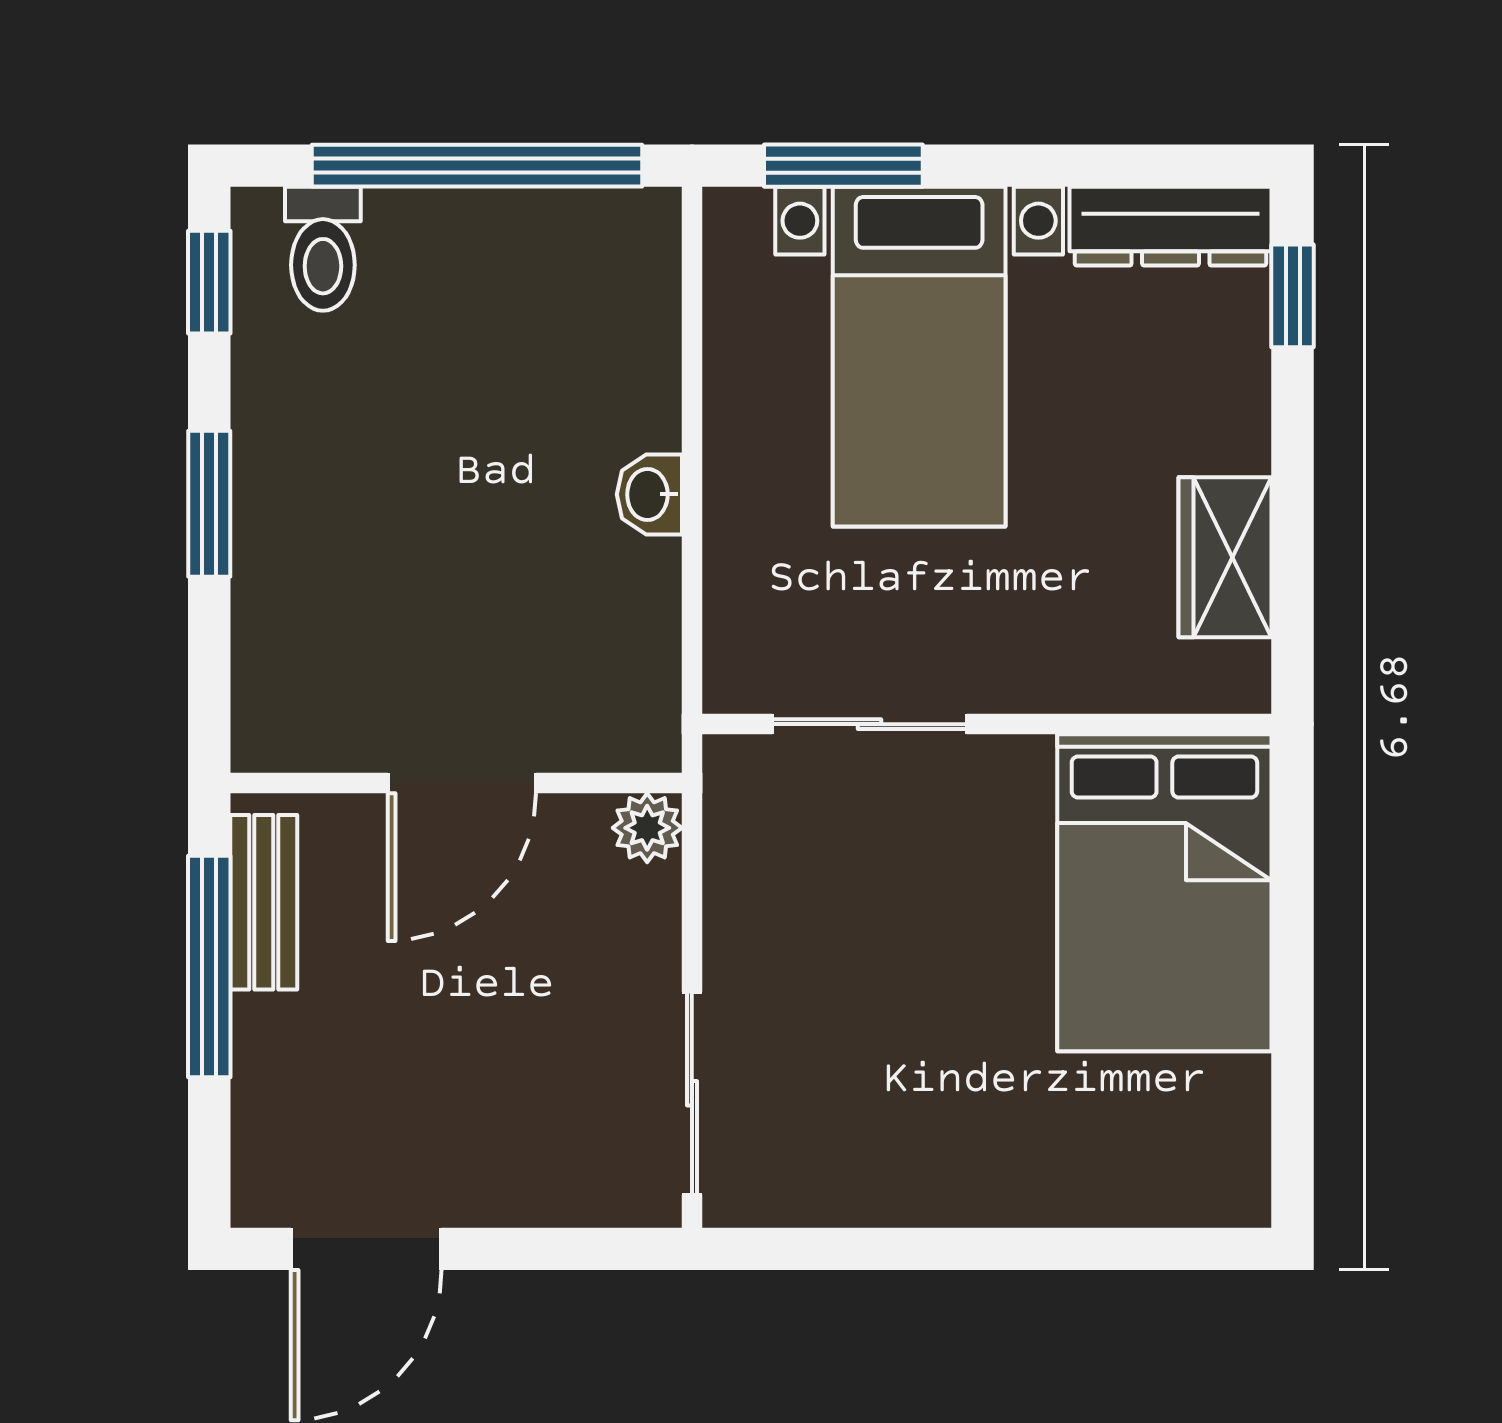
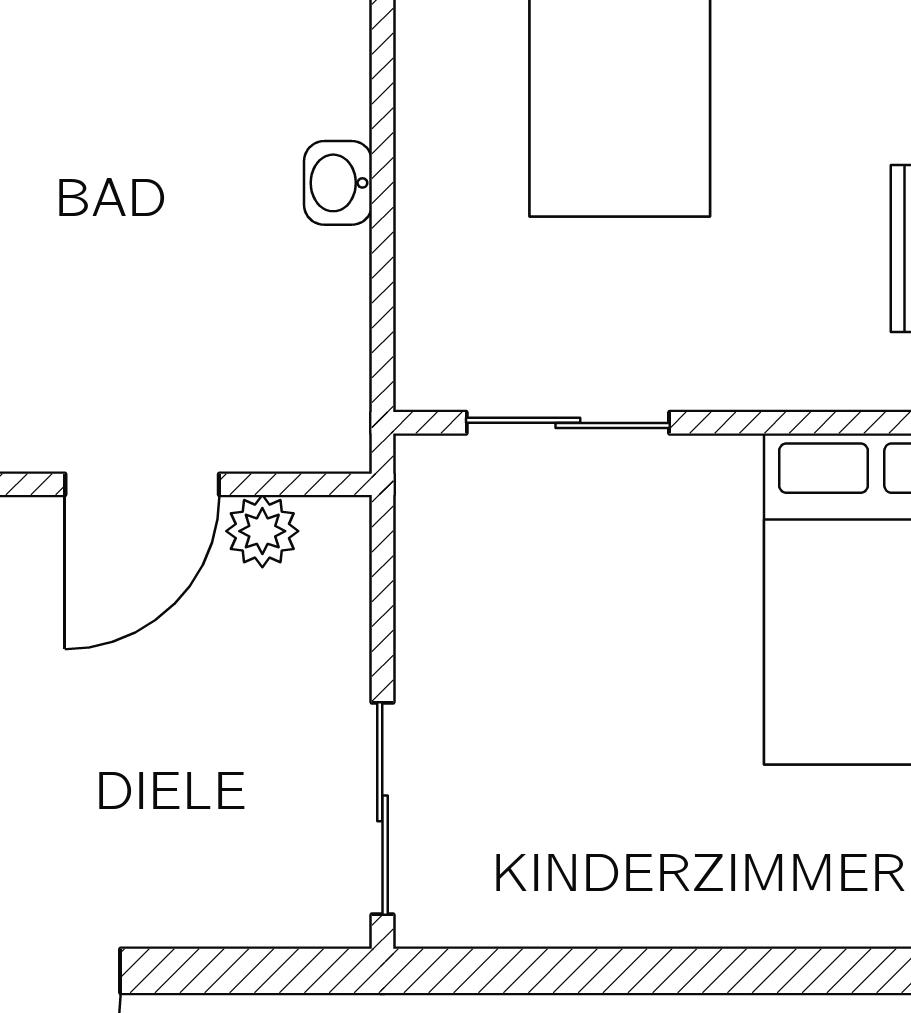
plant: (647, 828) -> (262, 531), moved

